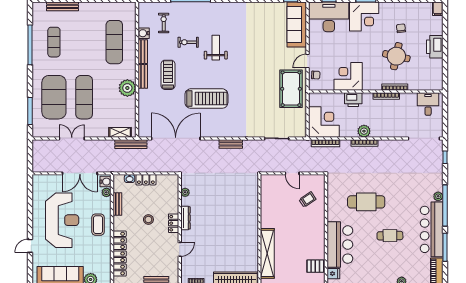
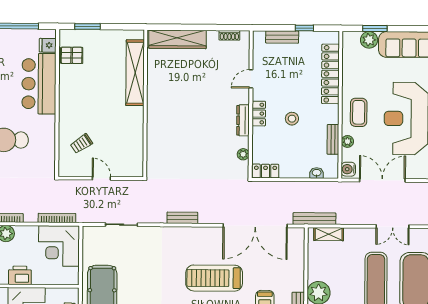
locker: (146, 180) -> (266, 171), moved
plant: (106, 192) -> (347, 141), moved

